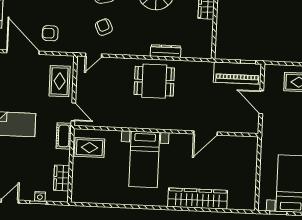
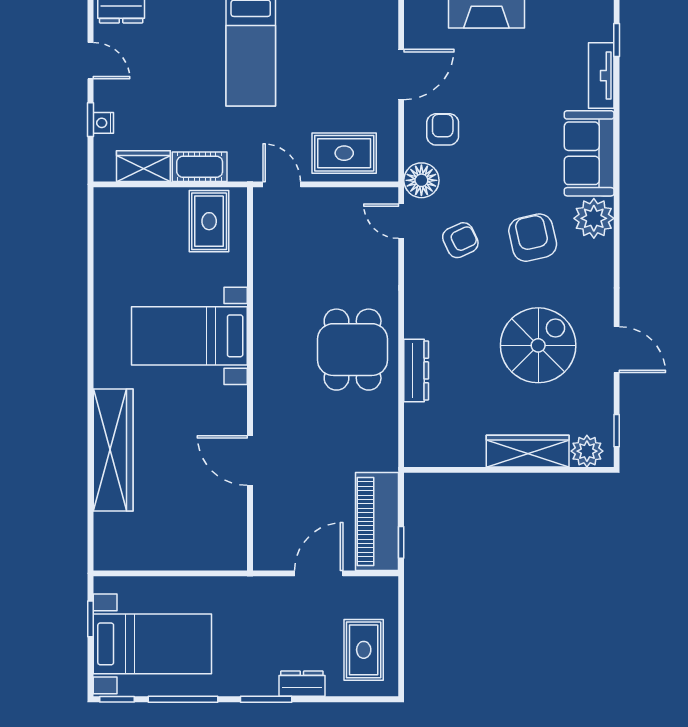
floor lamp: (74, 45) -> (421, 180), added
door: (23, 52) -> (401, 74), width x0.73
door: (73, 112) -> (282, 184), swing flipped
cot: (64, 136) -> (200, 167), moved

